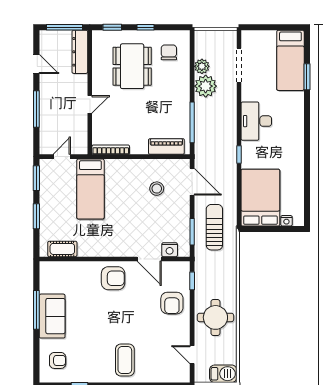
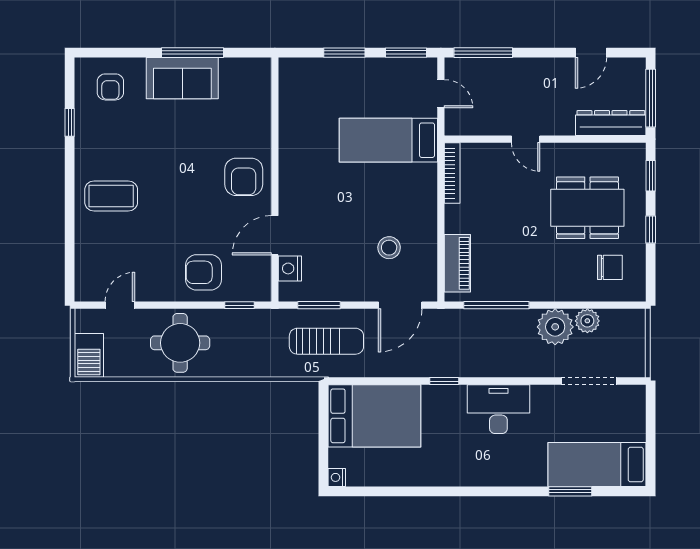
window: (36, 109) -> (483, 53), moved
nightstand: (286, 221) -> (337, 477), moved
cot: (62, 249) -> (291, 95), removed

